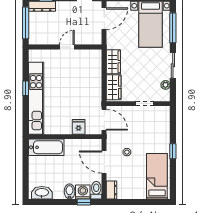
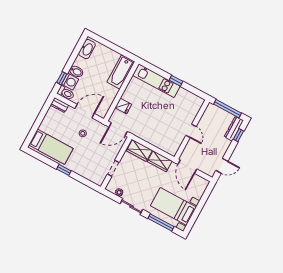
door: (104, 19) -> (187, 167), moved
kitchen unit: (36, 98) -> (156, 81), width x0.73

